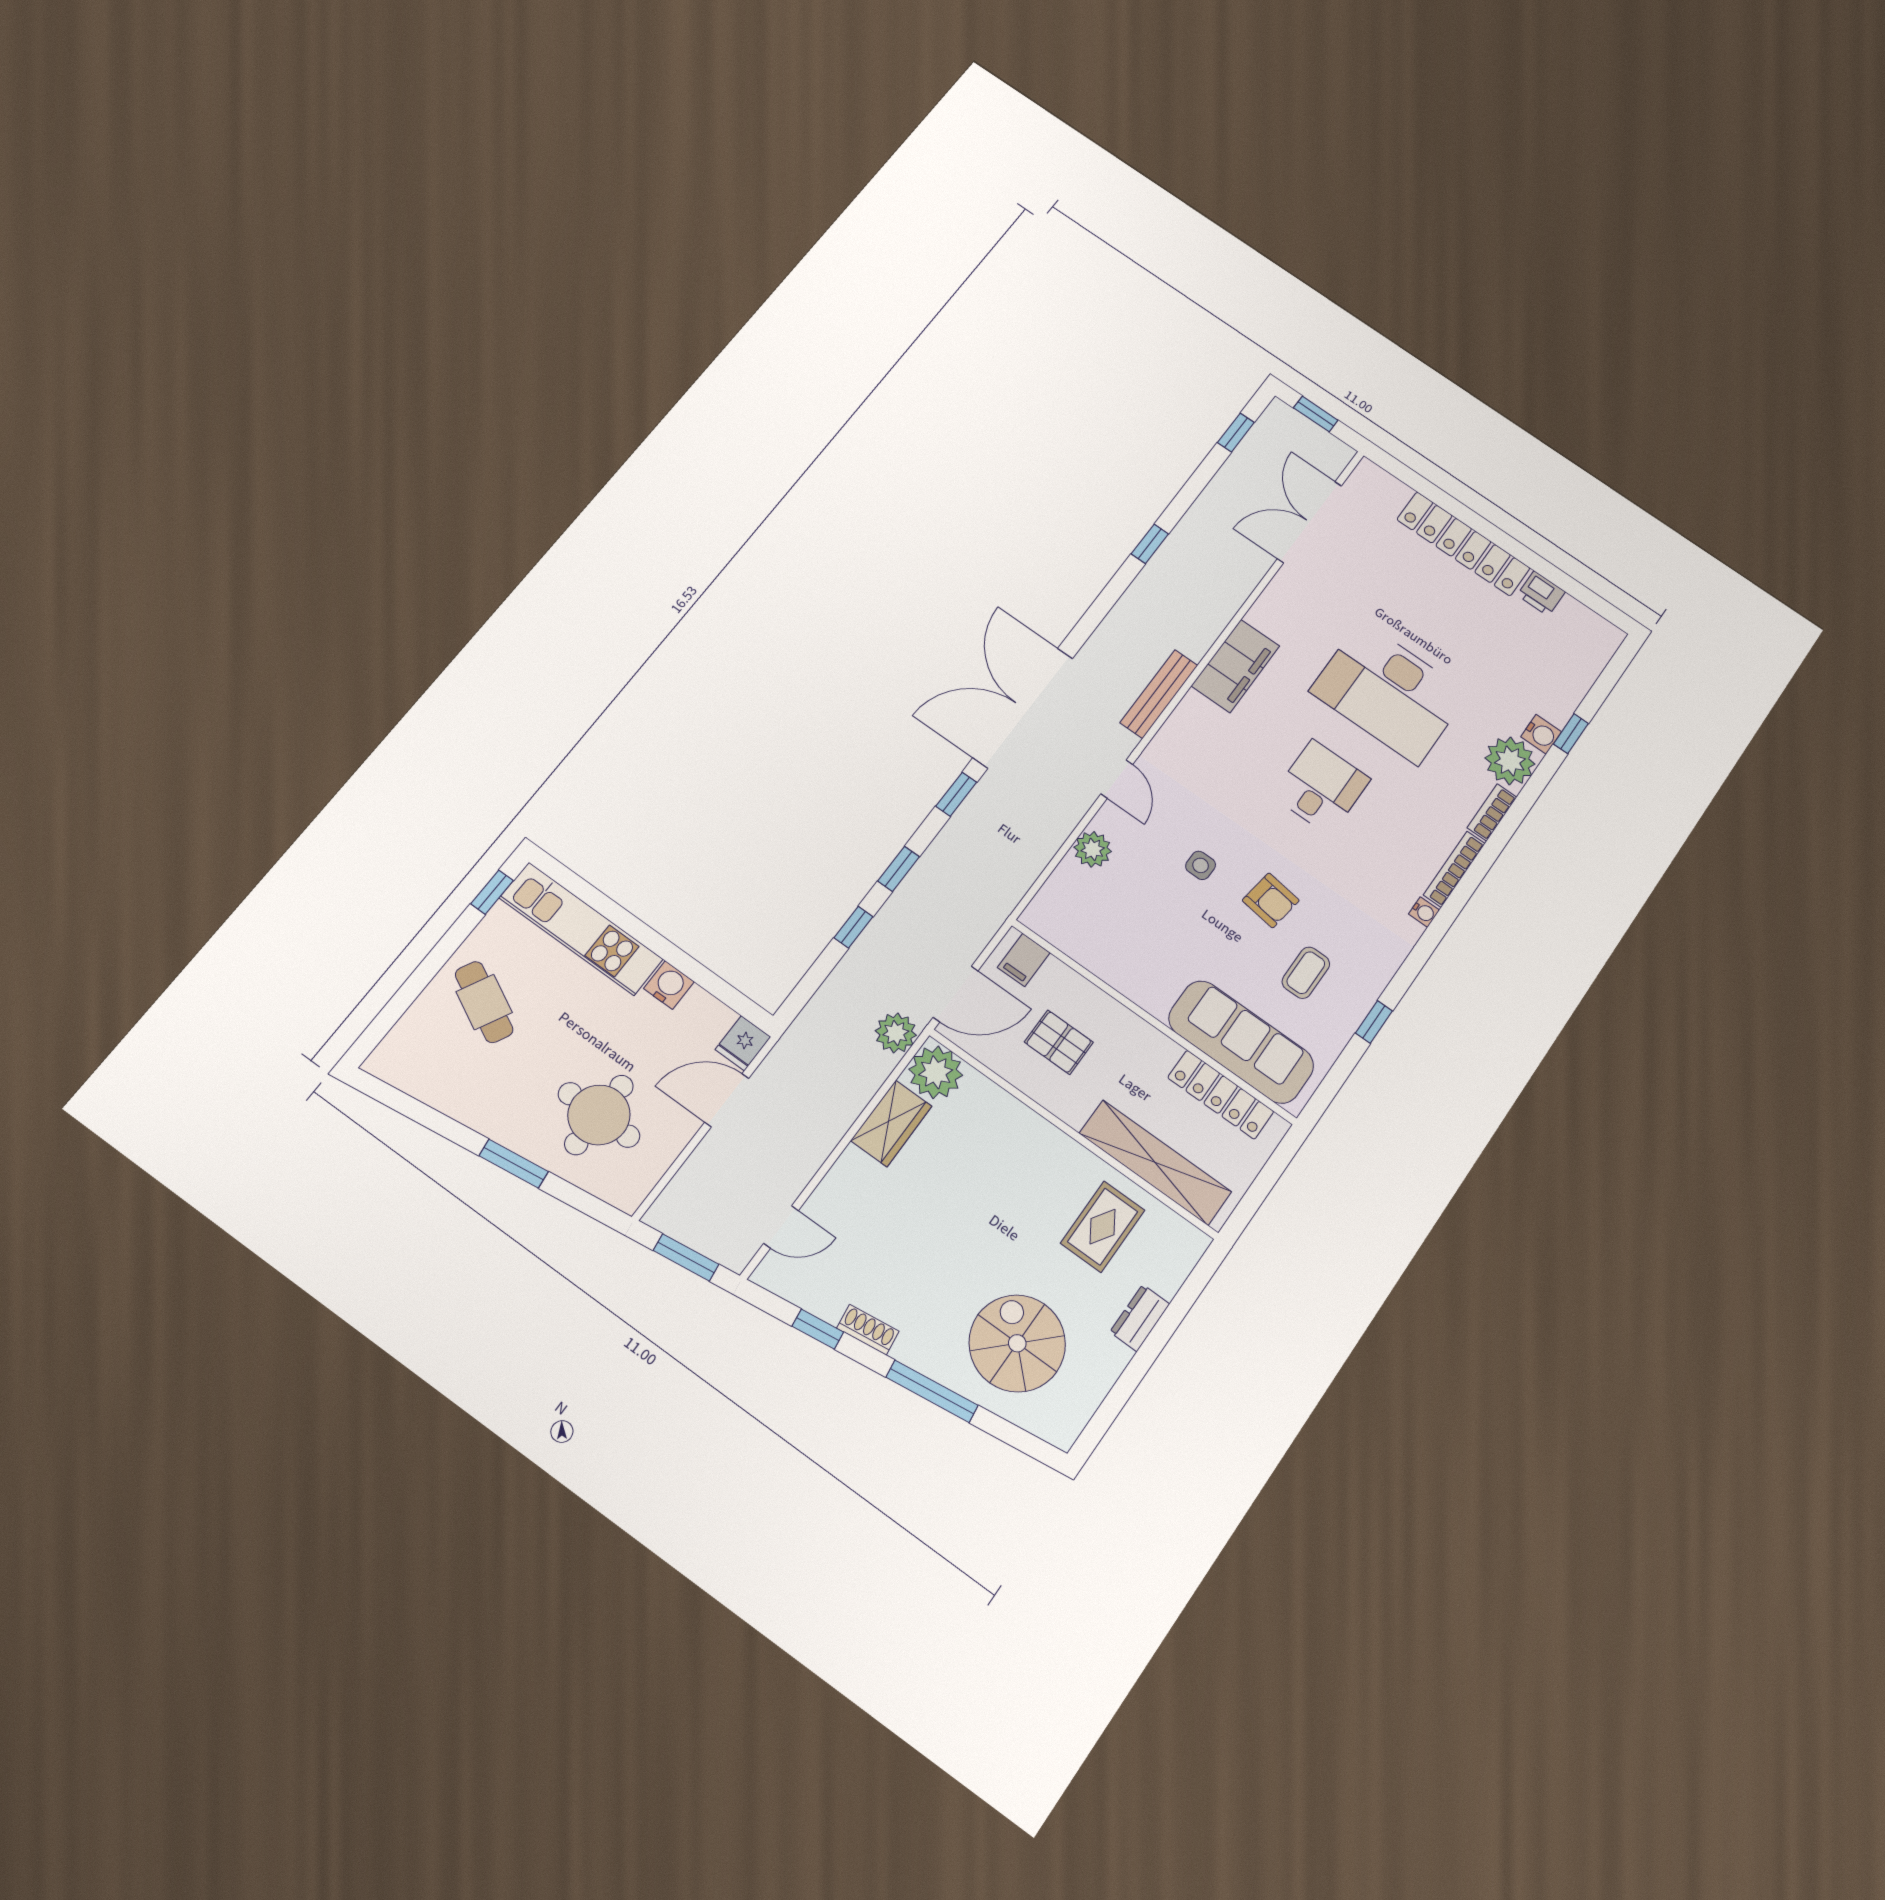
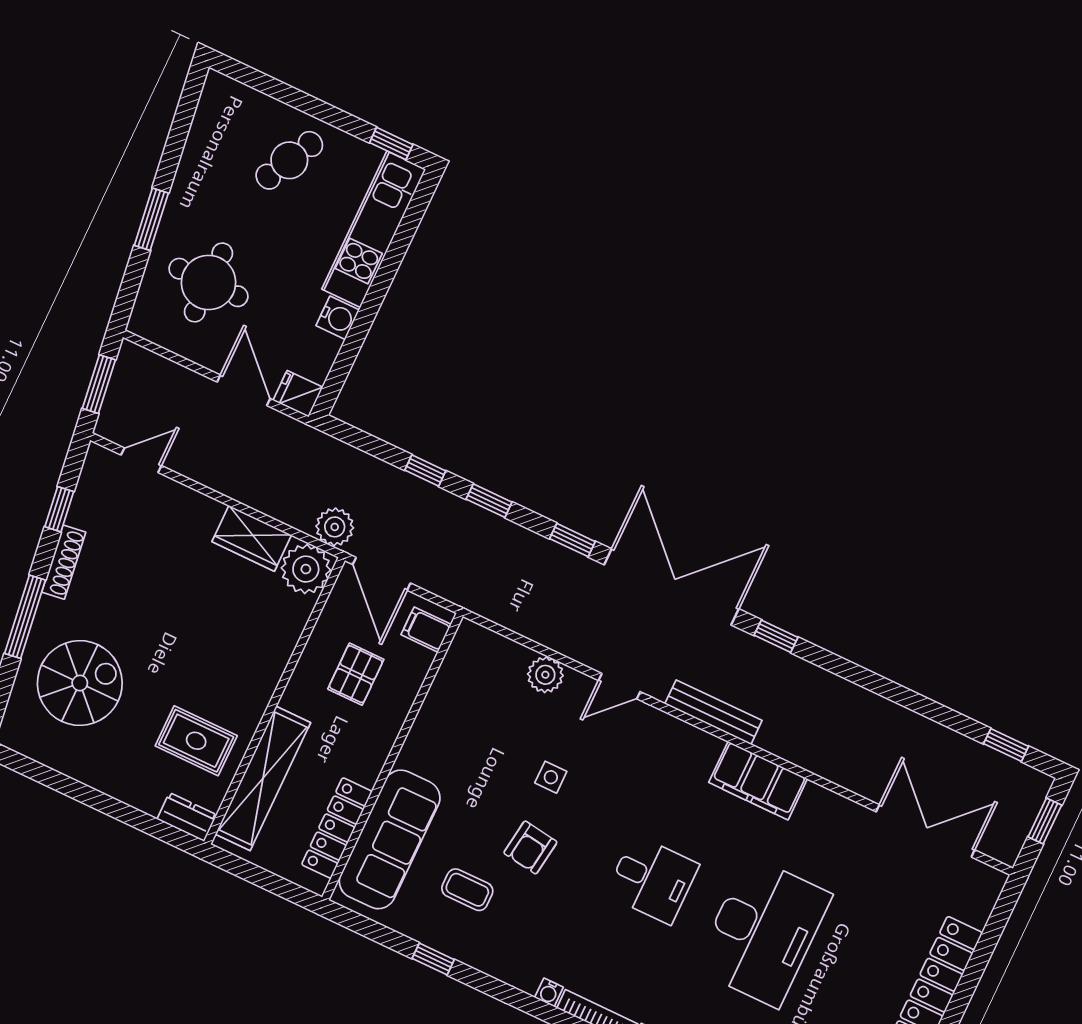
window: (1150, 544) -> (776, 636), moved
desk: (1389, 692) -> (763, 932), turned 180
door: (781, 1227) -> (141, 460), swing flipped
dresser: (1140, 1318) -> (187, 817), moved
shoe rack: (868, 1330) -> (64, 562), width x1.43

